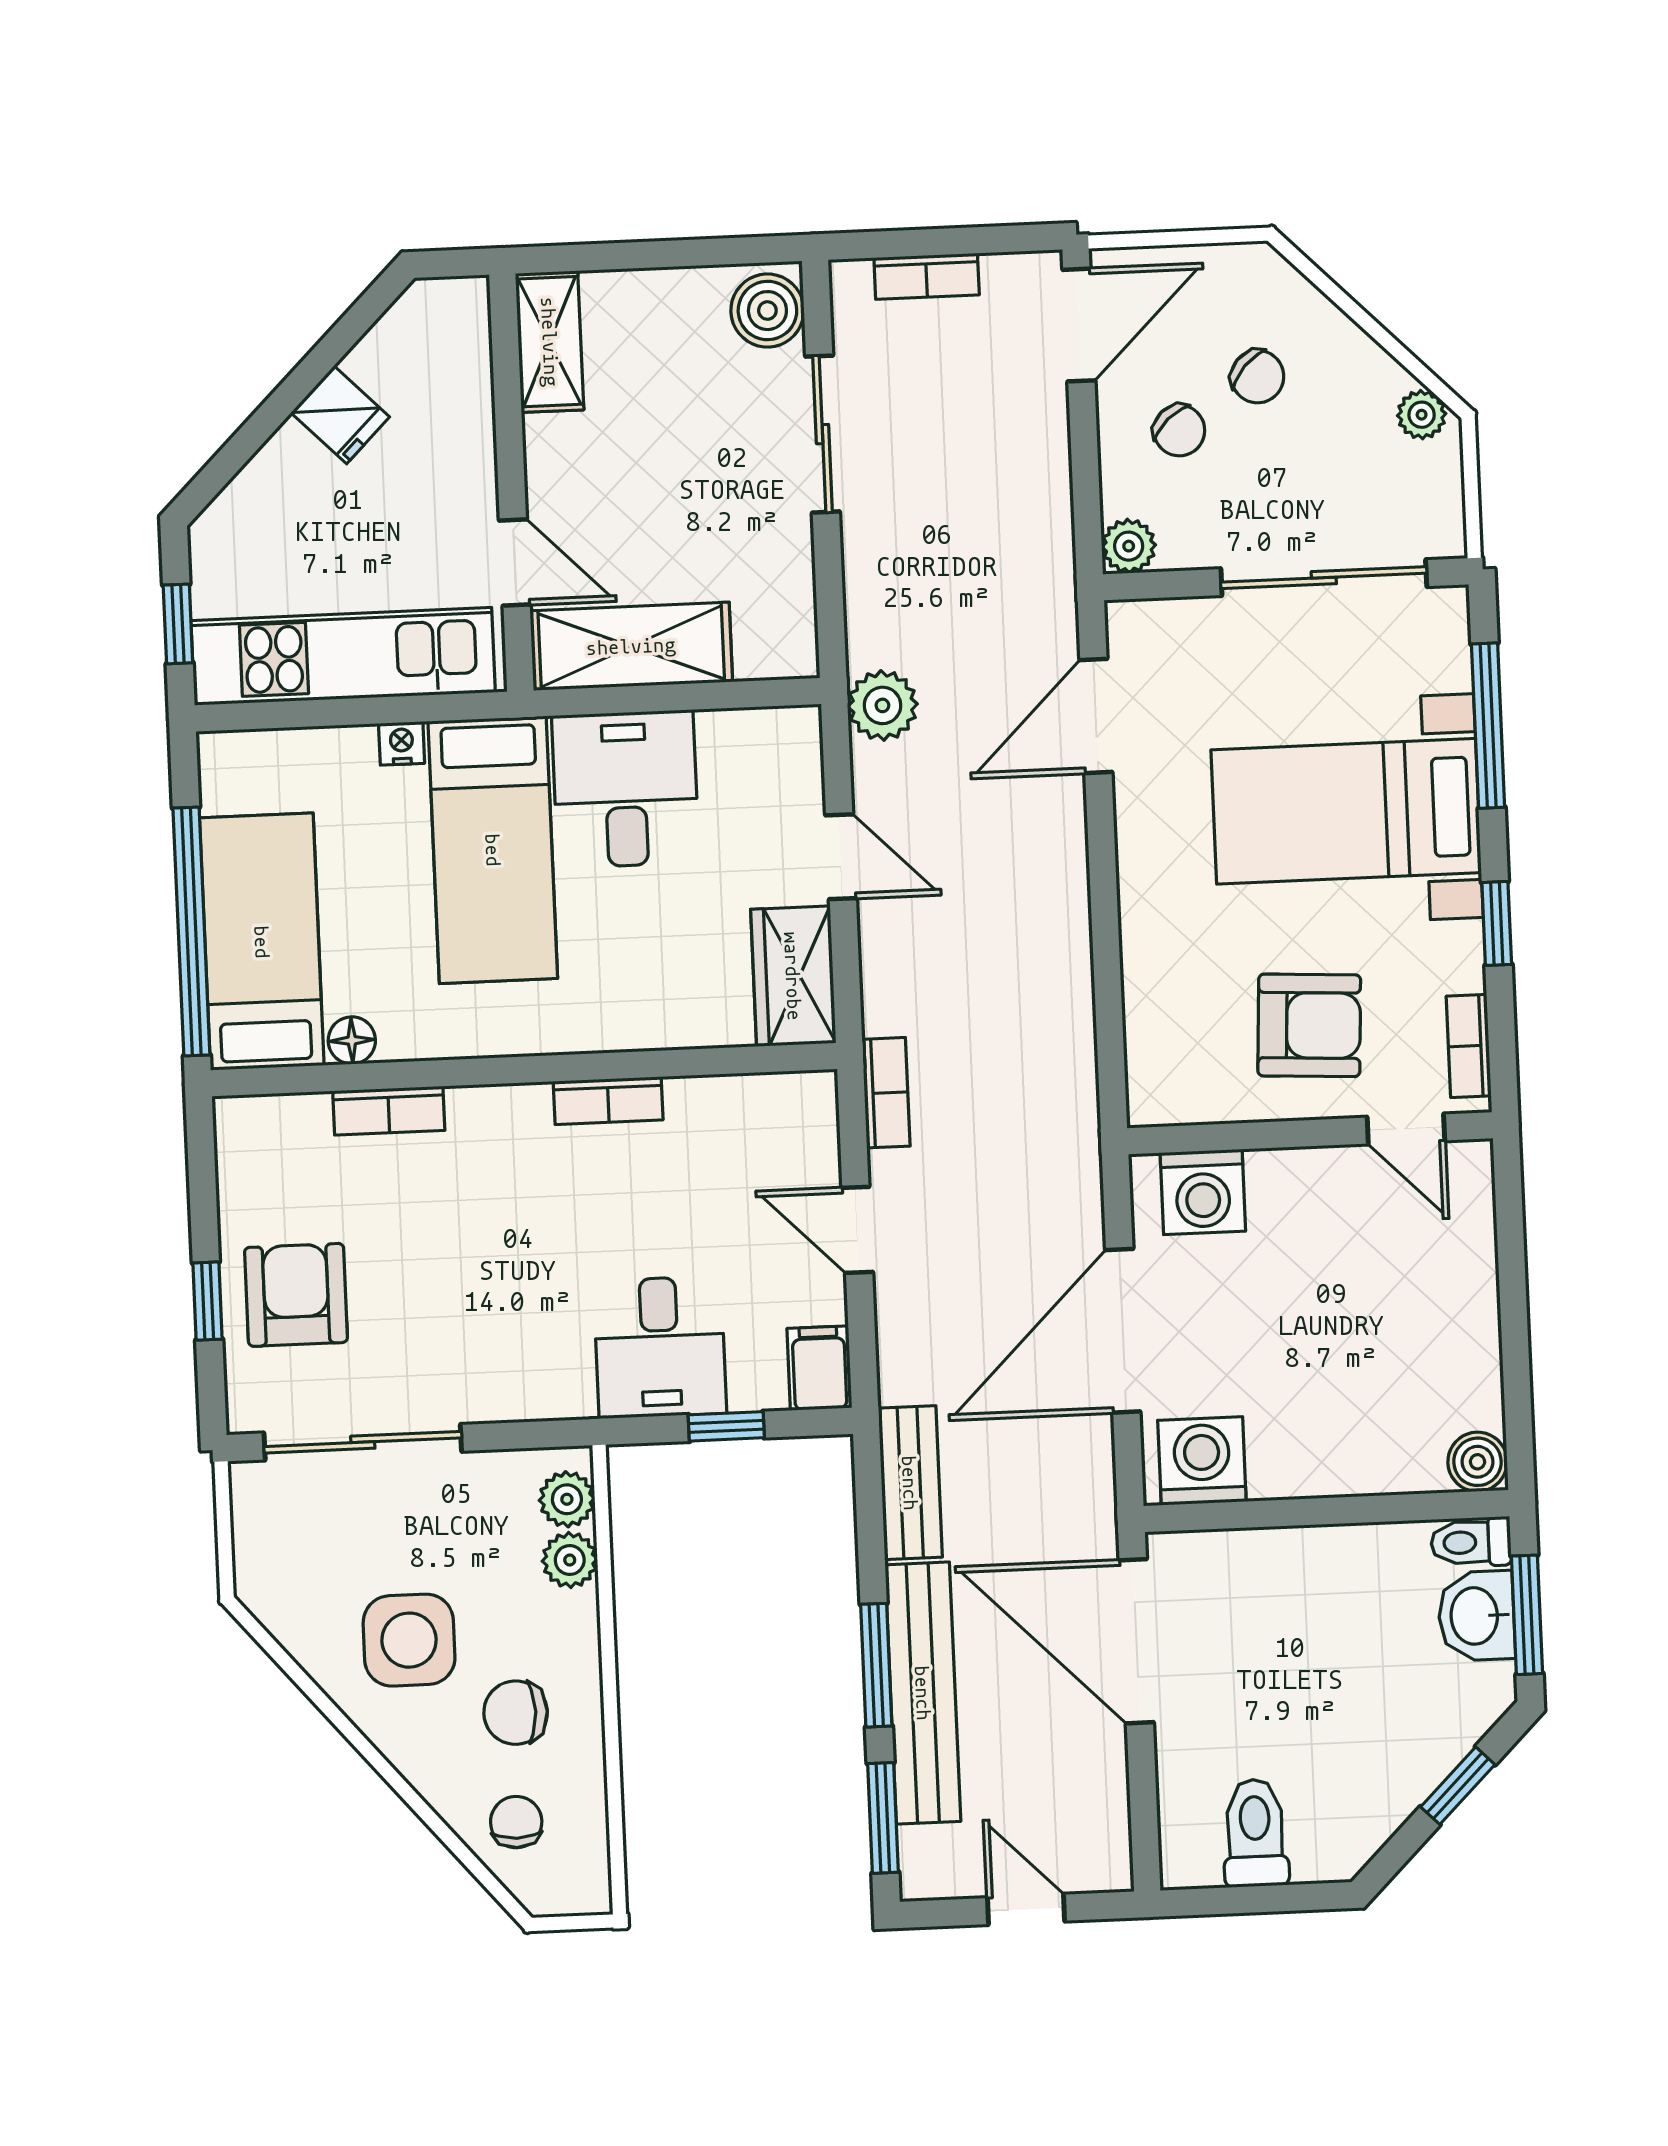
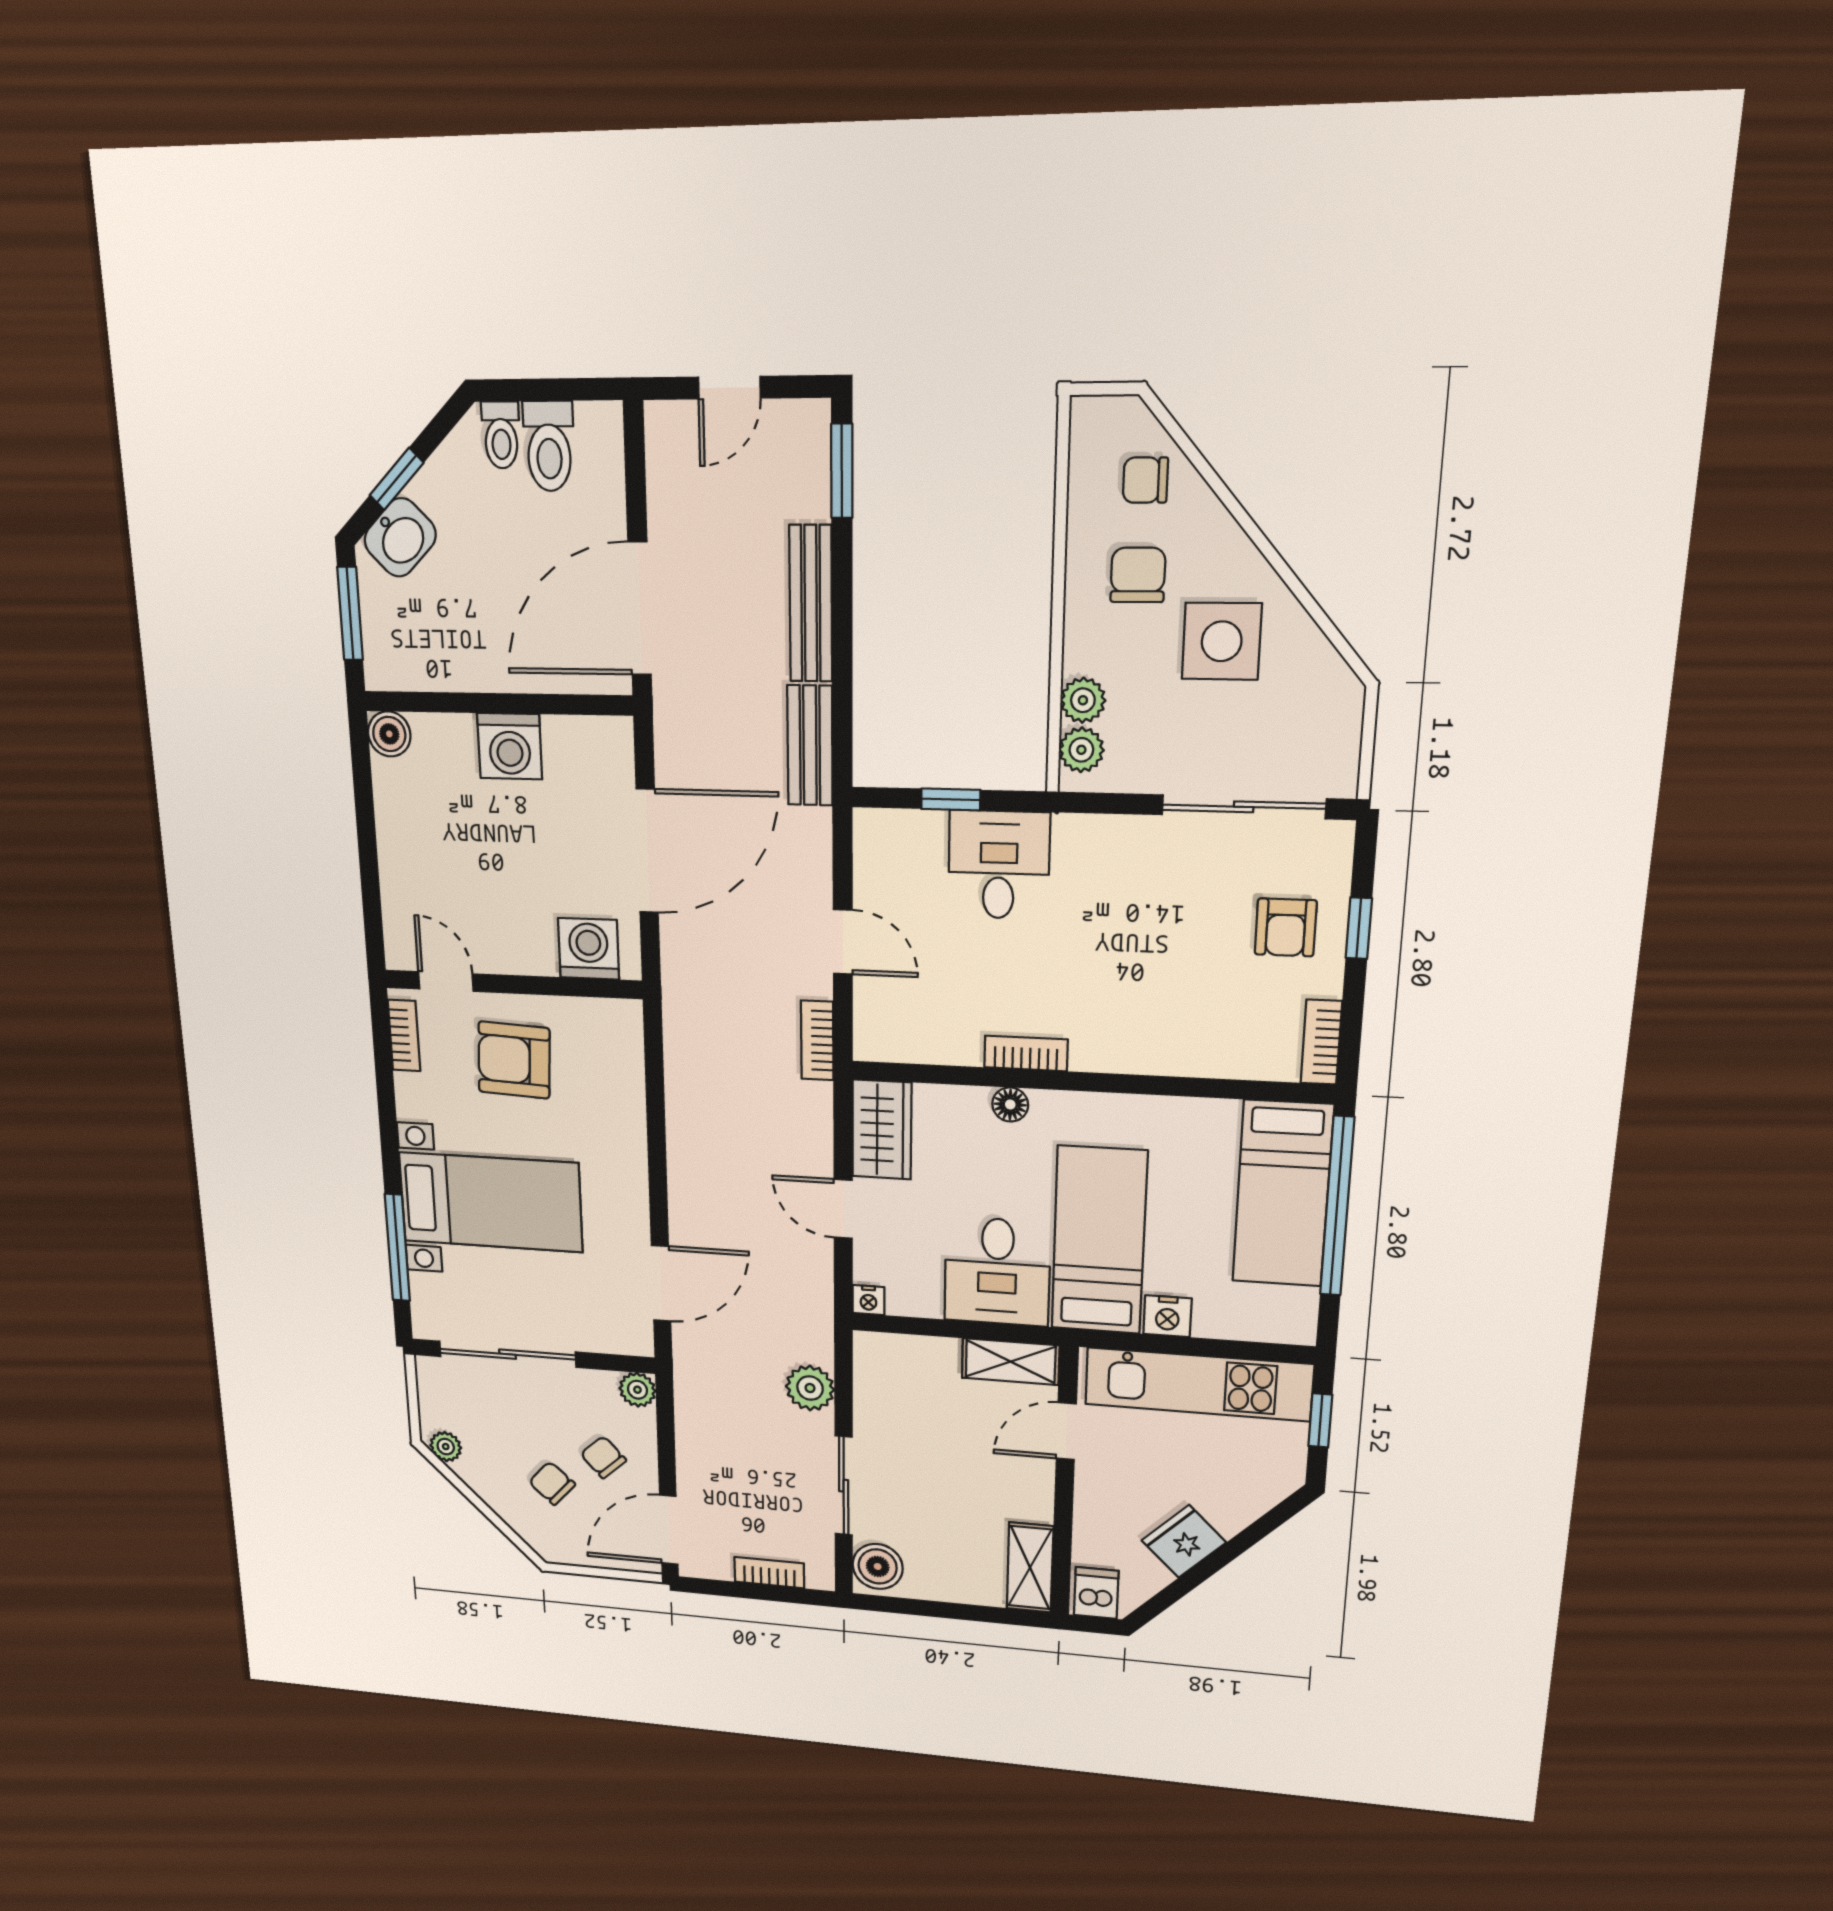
dishwasher: (454, 315) -> (1096, 1593), added
fridge: (340, 415) -> (1184, 1541), width x1.38
door: (515, 562) -> (1066, 1431), hinge flipped
shelving: (631, 646) -> (1011, 1362), width x0.67, depth x0.75
plant: (882, 705) -> (810, 1388), moved
nightstand: (800, 726) -> (868, 1300), added
nightstand: (402, 743) -> (1167, 1316), width x1.39, depth x1.35
window: (1497, 923) -> (388, 1117), removed
floor lamp: (352, 1040) -> (1010, 1105), moved
bookcase: (389, 1111) -> (1321, 1042), moved, turned -90
armchair: (296, 1295) -> (1286, 927), width x0.72, depth x0.72
filing cabinet: (819, 1368) -> (876, 840), removed
washing machine: (1202, 1461) -> (510, 746), moved
toilet: (1471, 1542) -> (501, 435), moved, turned 90
washbasin: (1476, 1616) -> (400, 537), moved, turned 45
door: (1136, 1641) -> (640, 609), swing flipped
window: (876, 1665) -> (842, 600), removed
bench: (923, 1693) -> (811, 604), width x0.73, depth x0.82
chair: (516, 1713) -> (1138, 575), turned -90
chair: (516, 1822) -> (1145, 480), turned 90
door: (1026, 1909) -> (729, 388), hinge flipped

